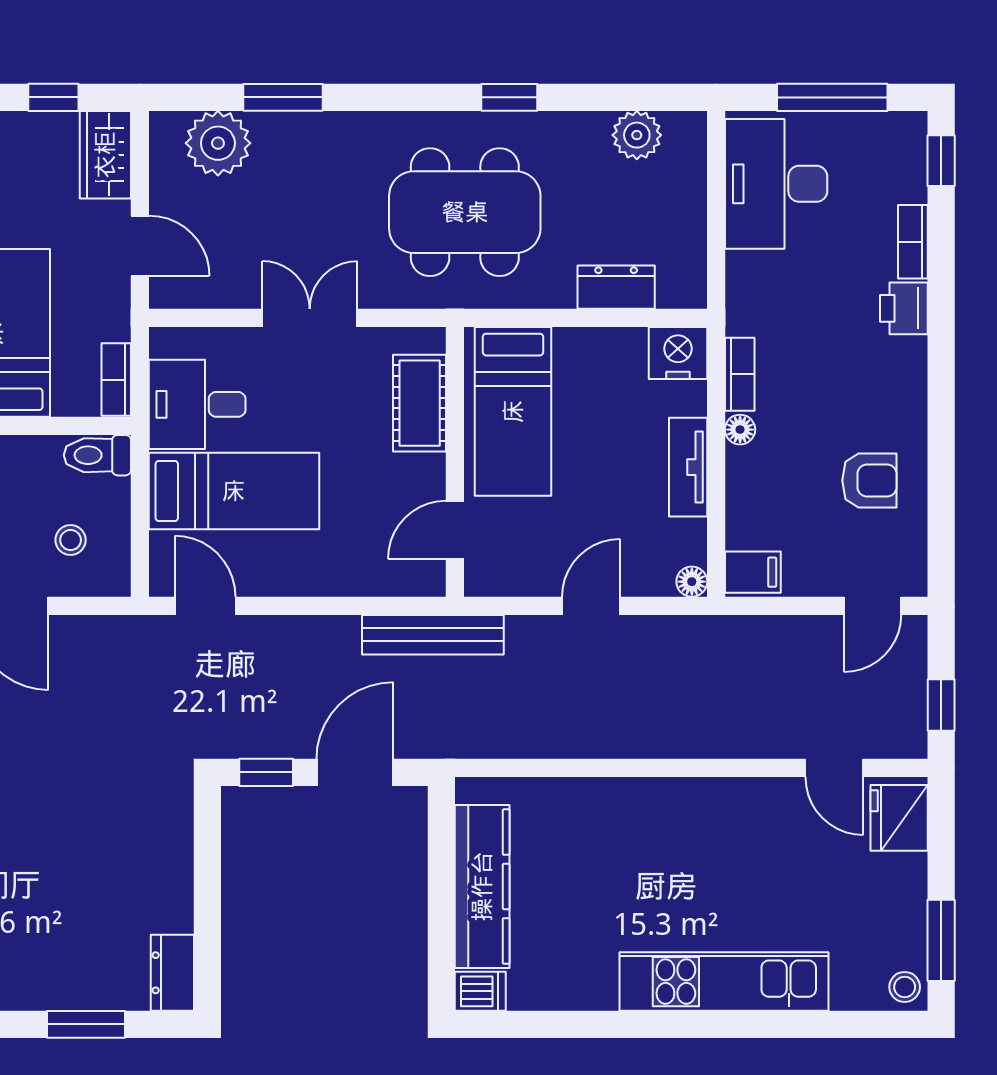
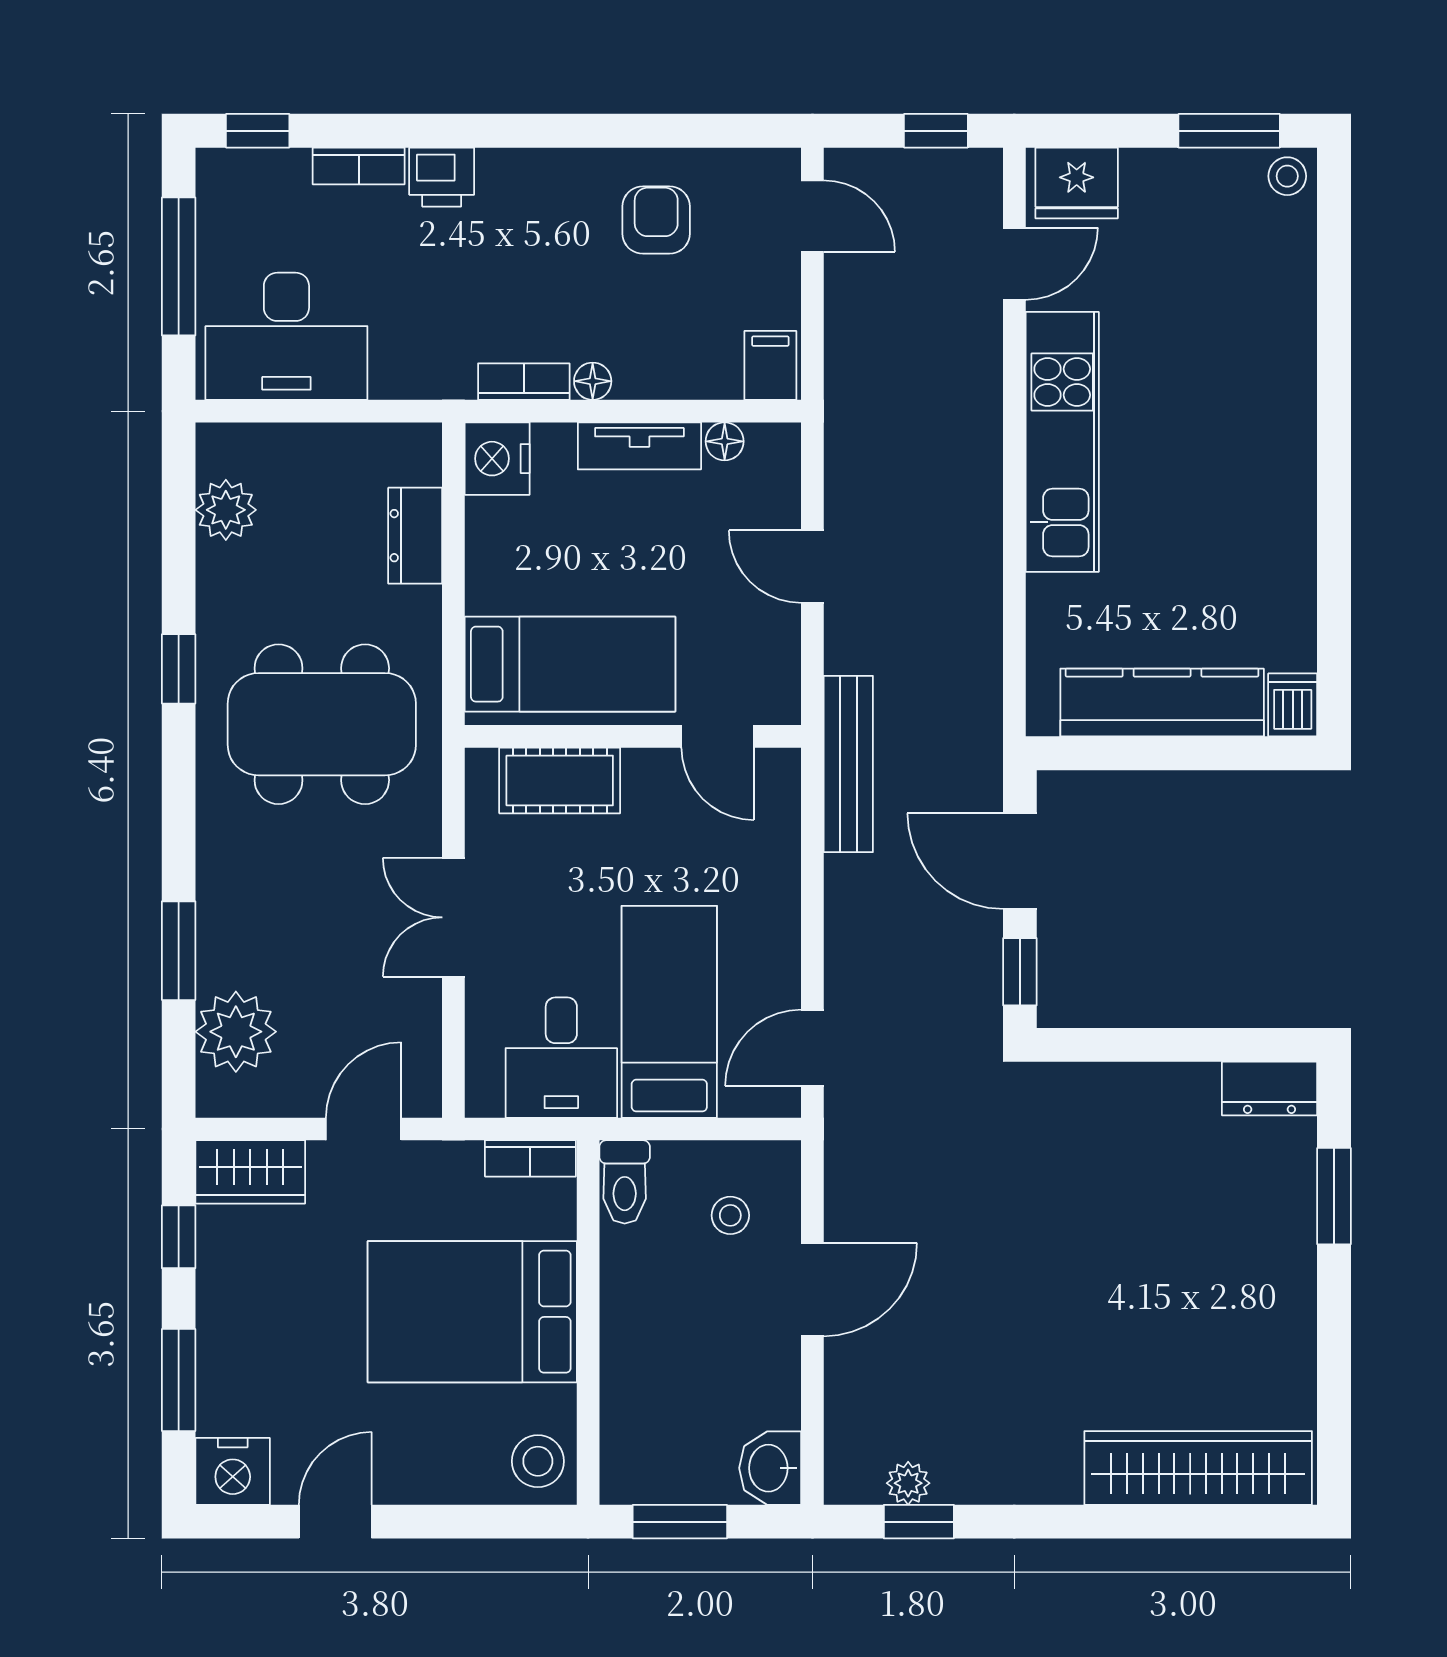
dining table: (465, 212) -> (322, 724), turned 90
floor lamp: (692, 582) -> (725, 441), moved
kitchen unit: (724, 982) -> (1062, 442), moved, turned 180

